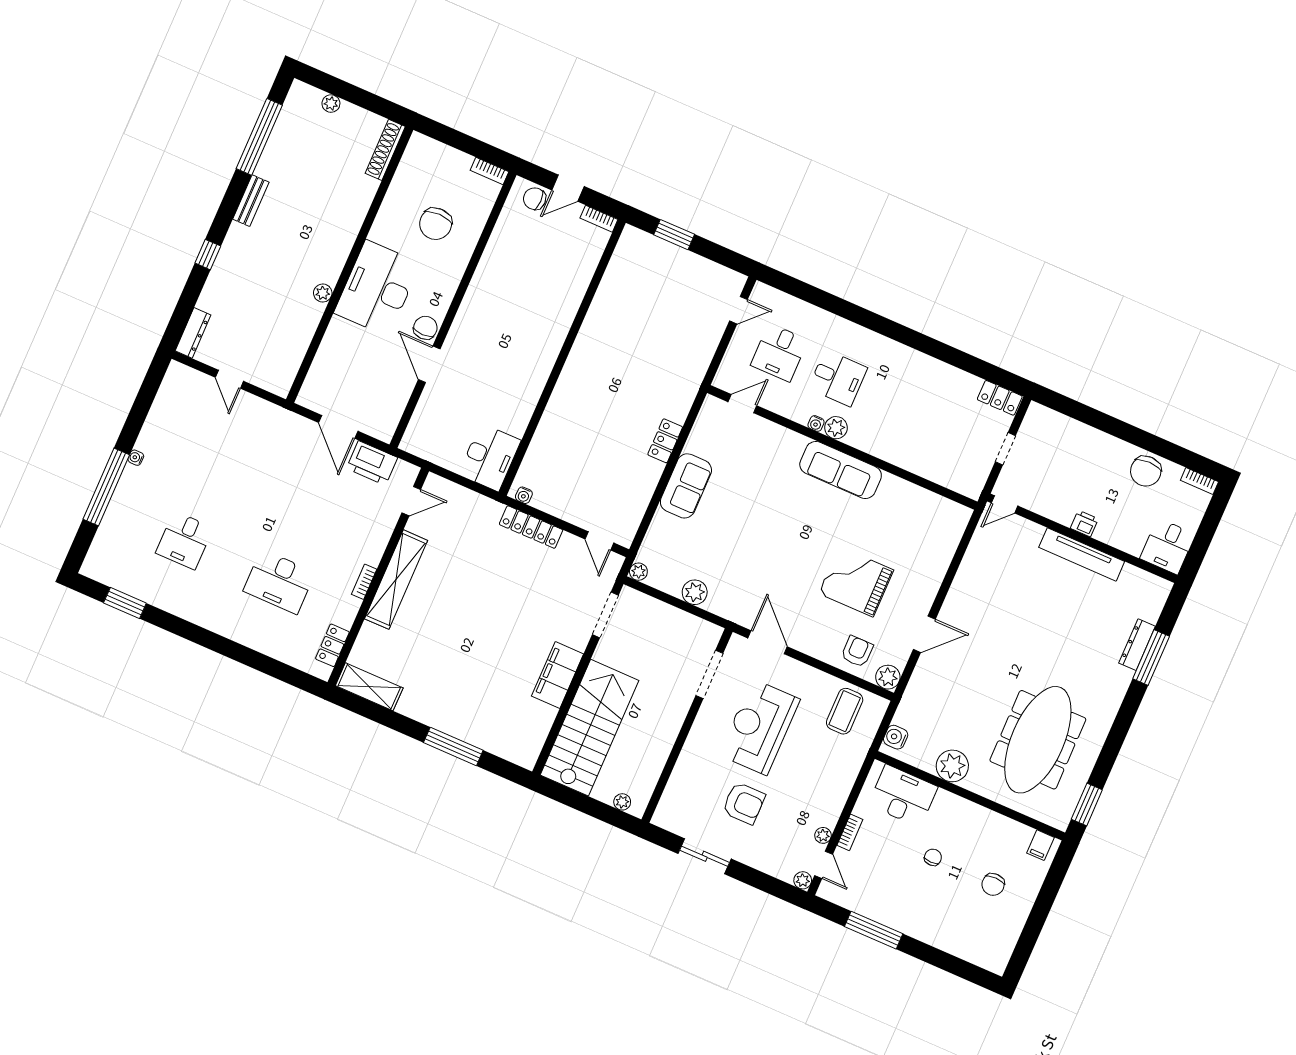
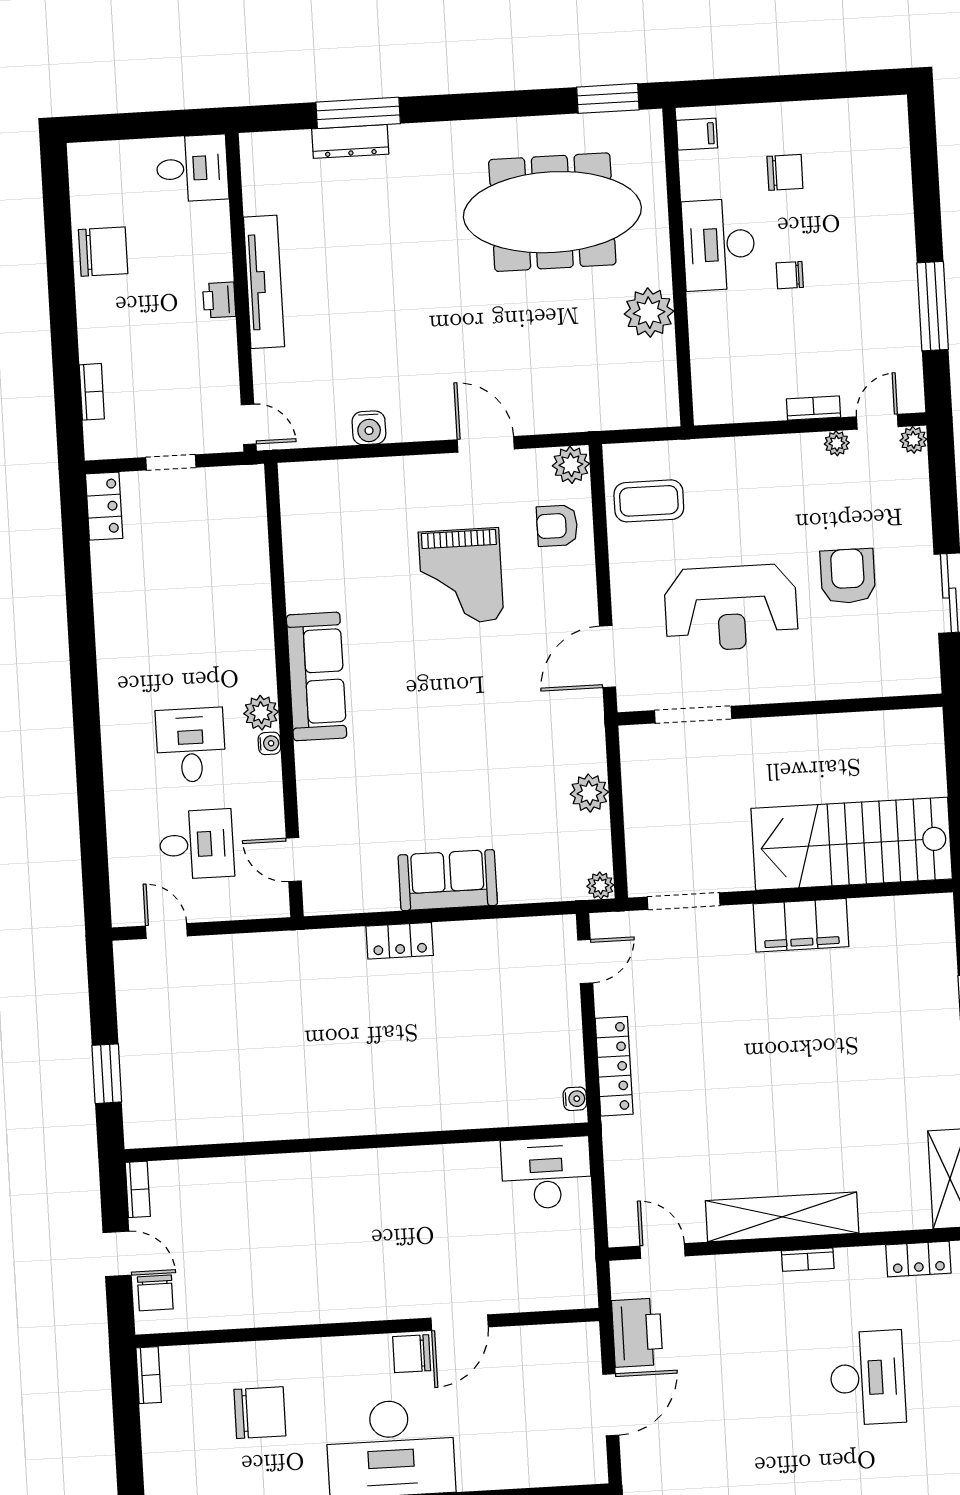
bookcase: (1199, 481) -> (92, 392), moved
water cooler: (896, 737) -> (369, 428), moved
desk: (903, 796) -> (719, 245), moved
plant: (622, 802) -> (932, 746), removed

